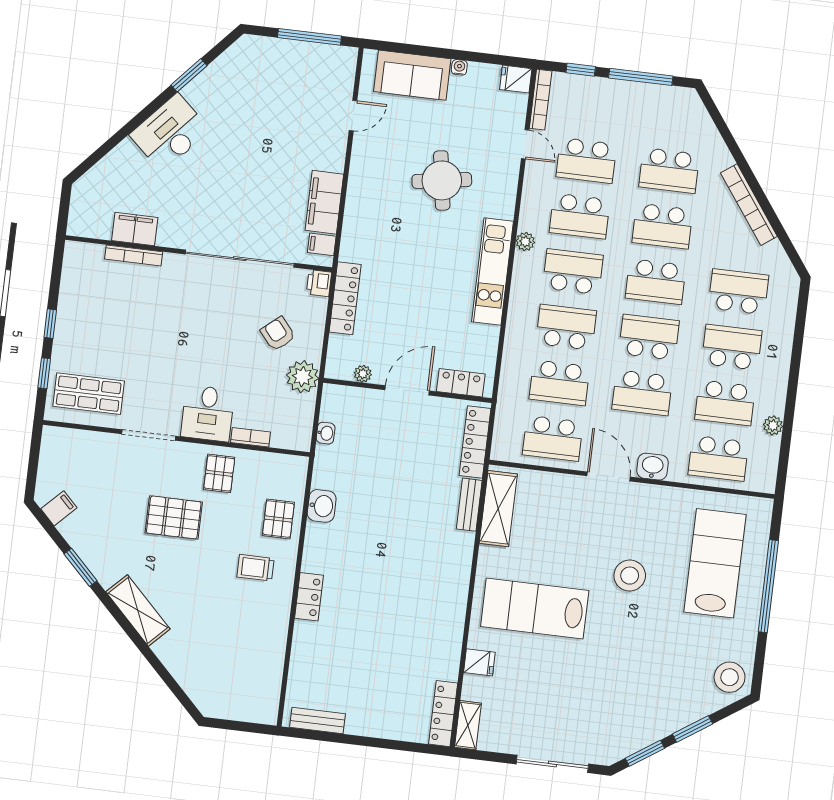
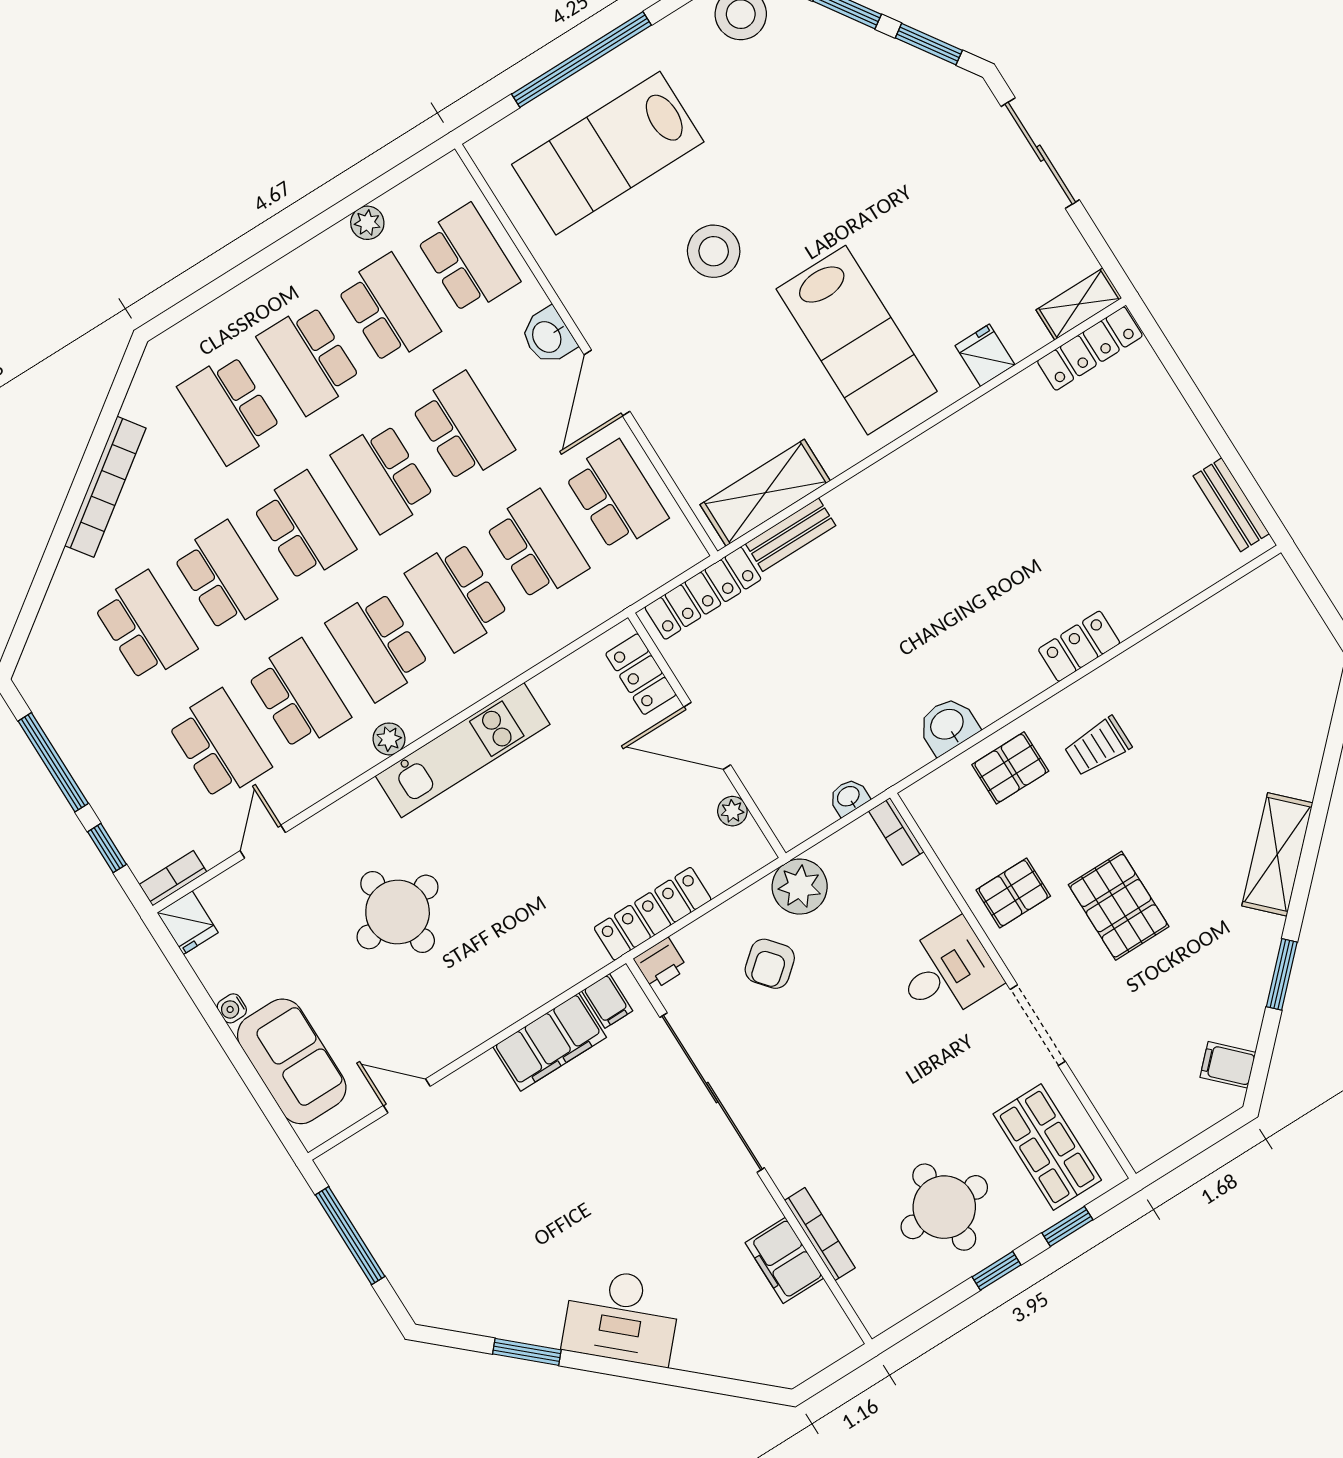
bookcase: (541, 100) -> (173, 878), width x0.64
round table: (99, 323) -> (944, 1207), added
bookcase: (250, 437) -> (896, 831), moved
trolley: (256, 568) -> (1098, 746), turned 90

